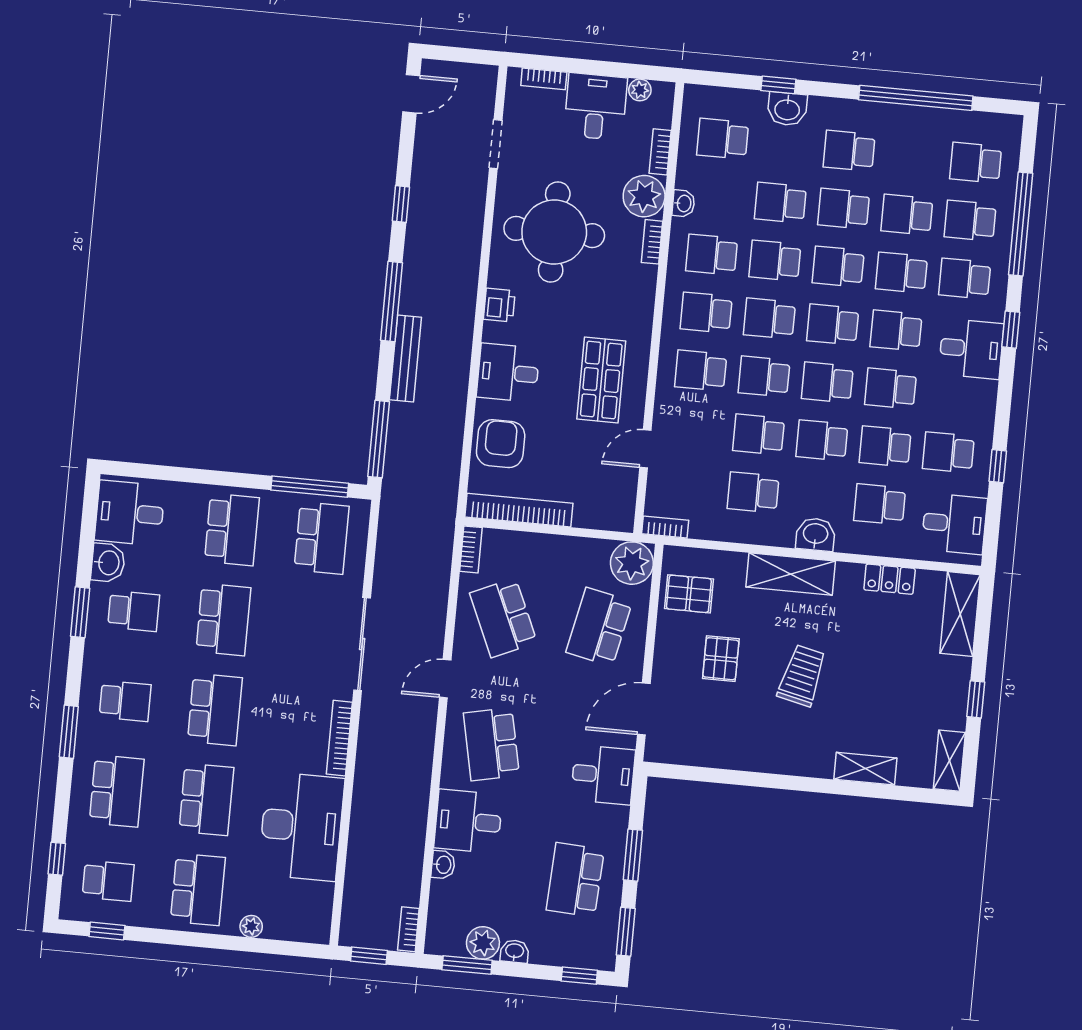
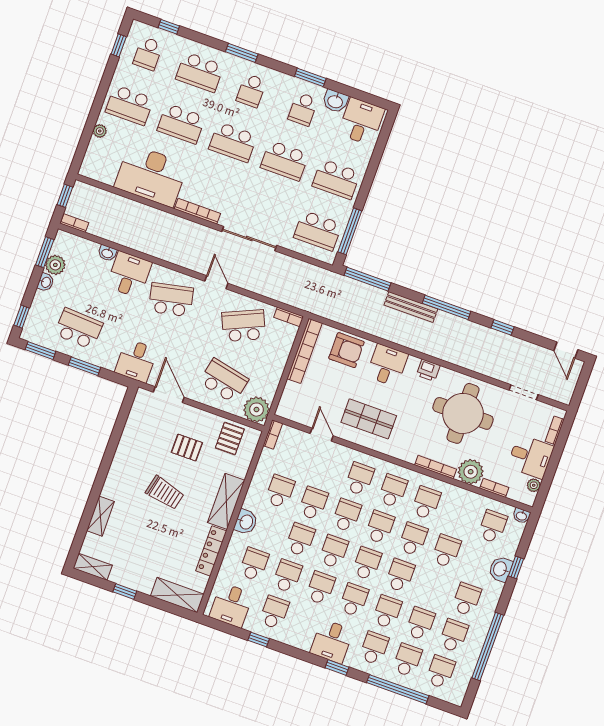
washbasin: (683, 203) -> (522, 516), moved
school desk: (844, 209) -> (454, 636), moved
bookcase: (652, 242) -> (436, 467), width x1.56
locker: (890, 579) -> (211, 551), width x1.53

